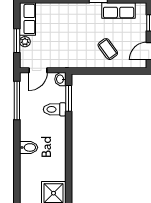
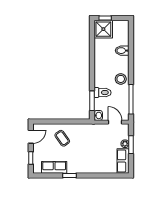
door: (38, 70) -> (115, 122), hinge flipped
stool: (31, 127) -> (121, 79), added
bidet: (29, 147) -> (122, 51), moved

